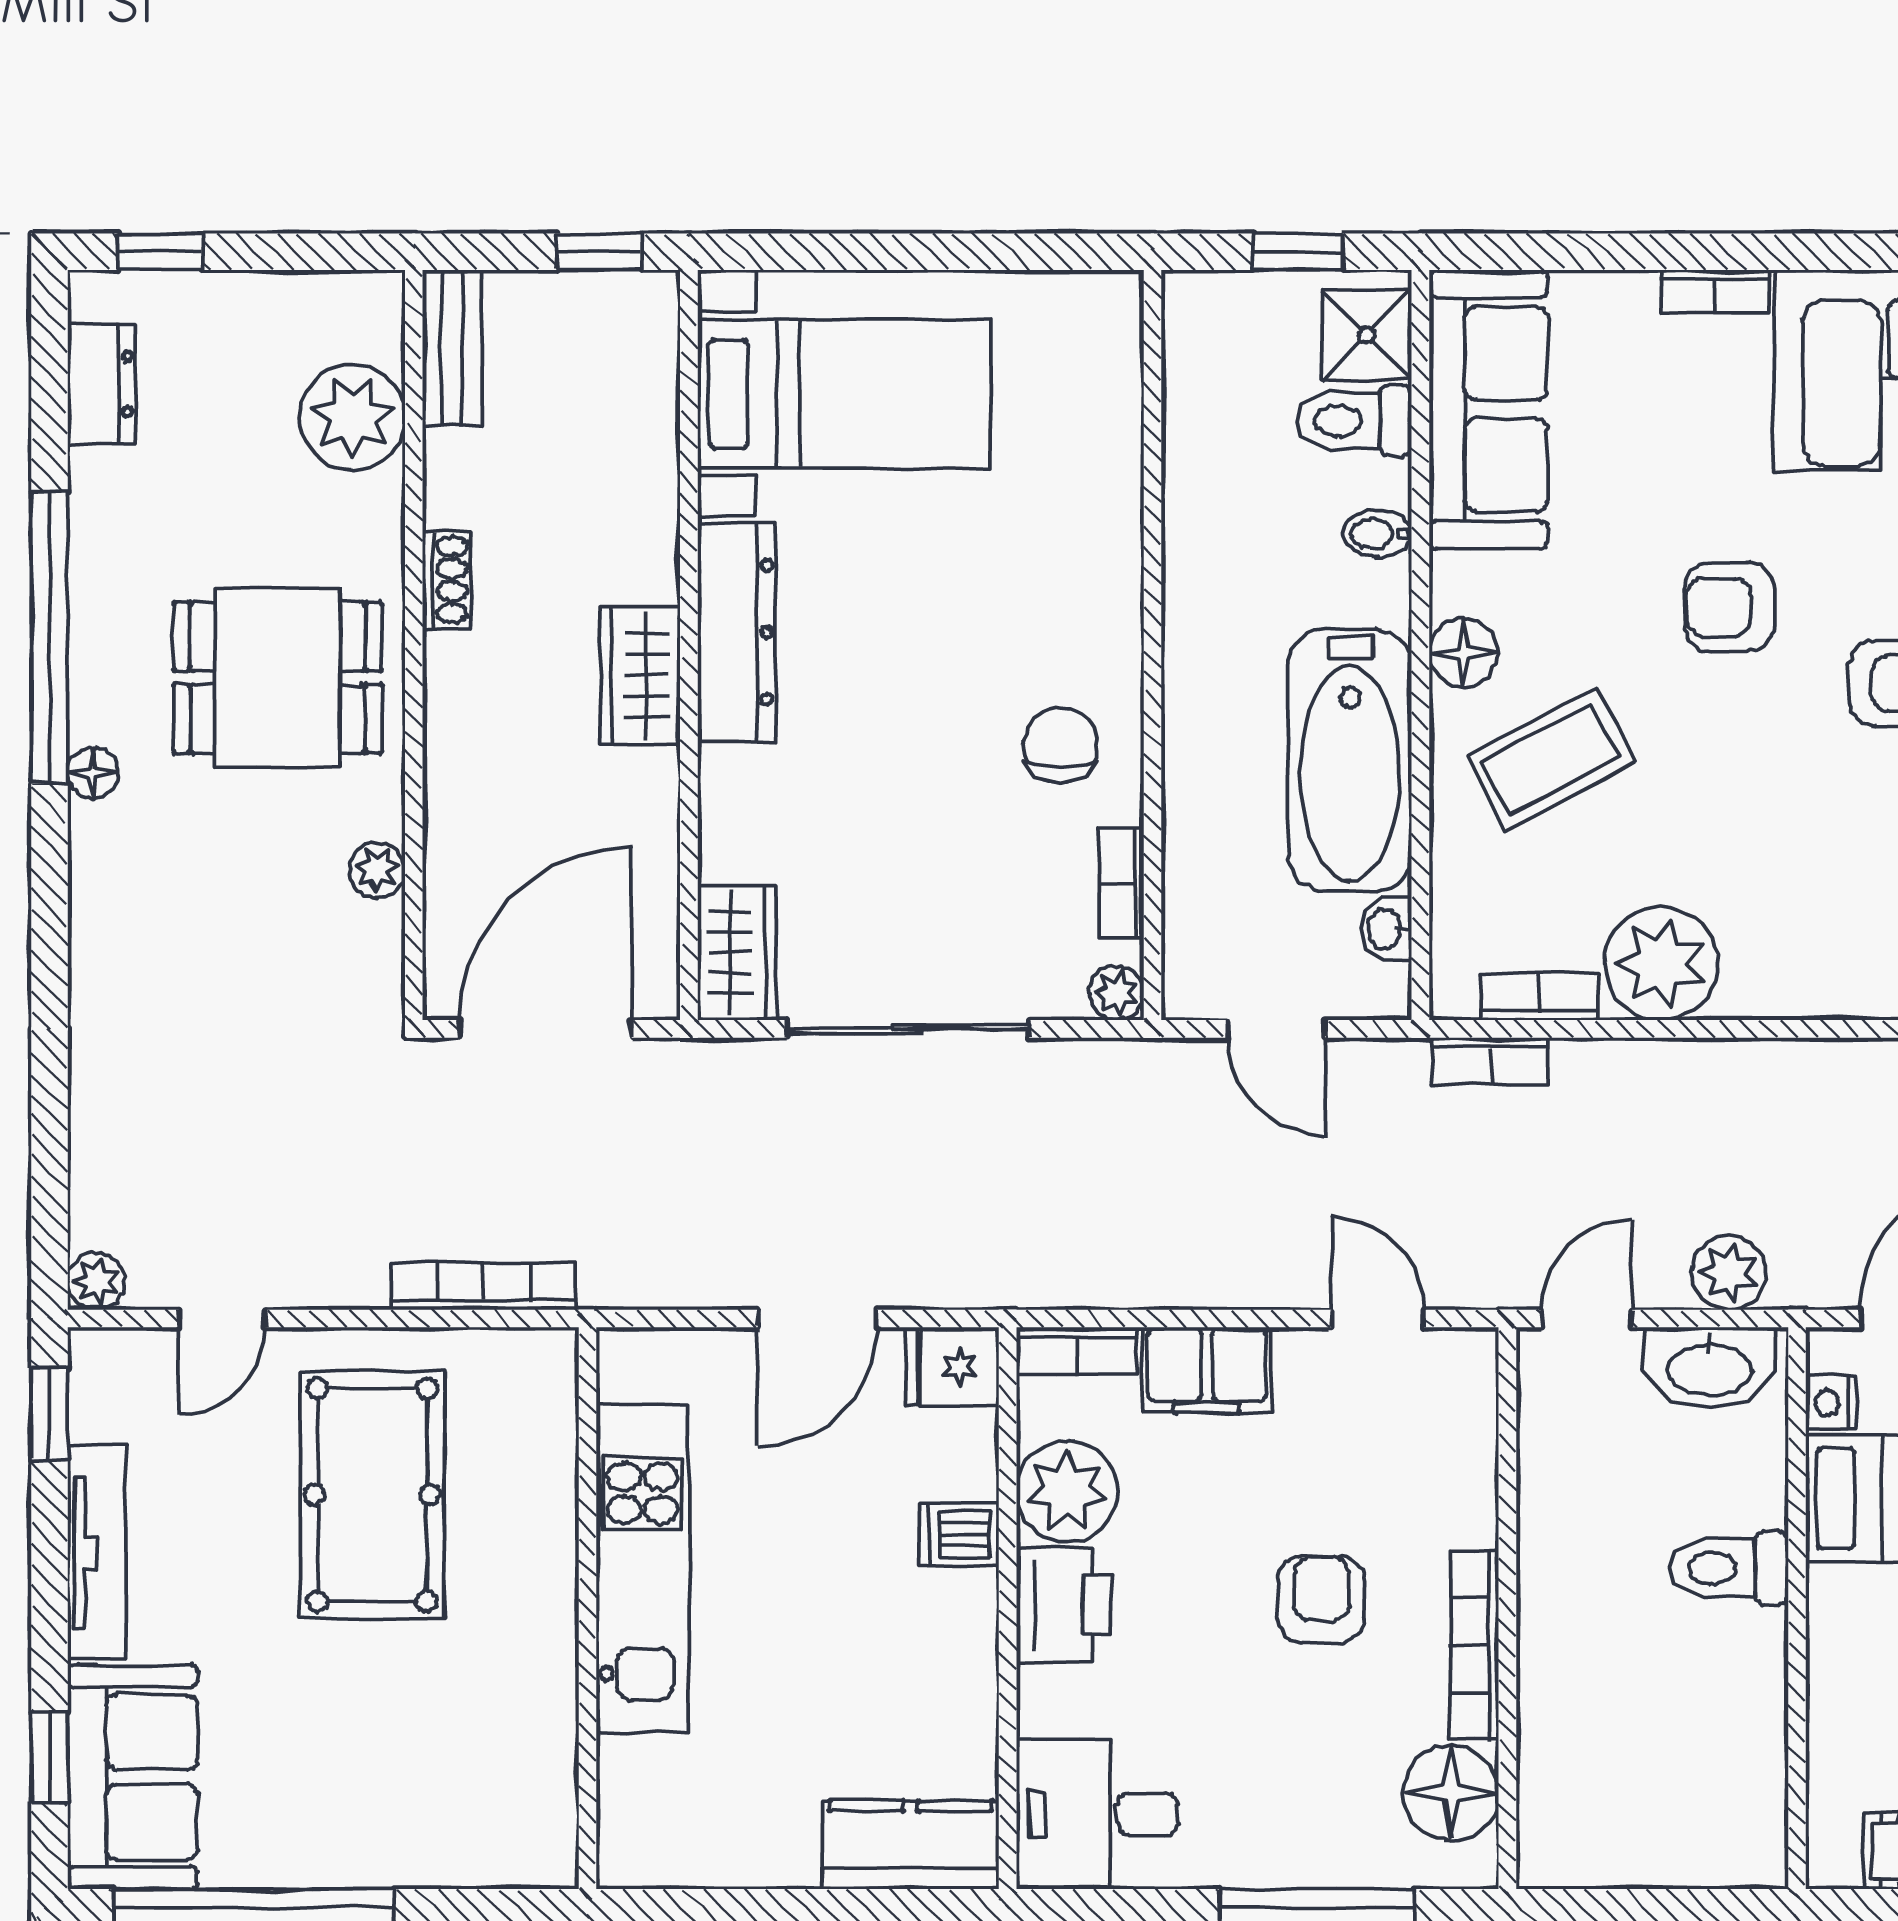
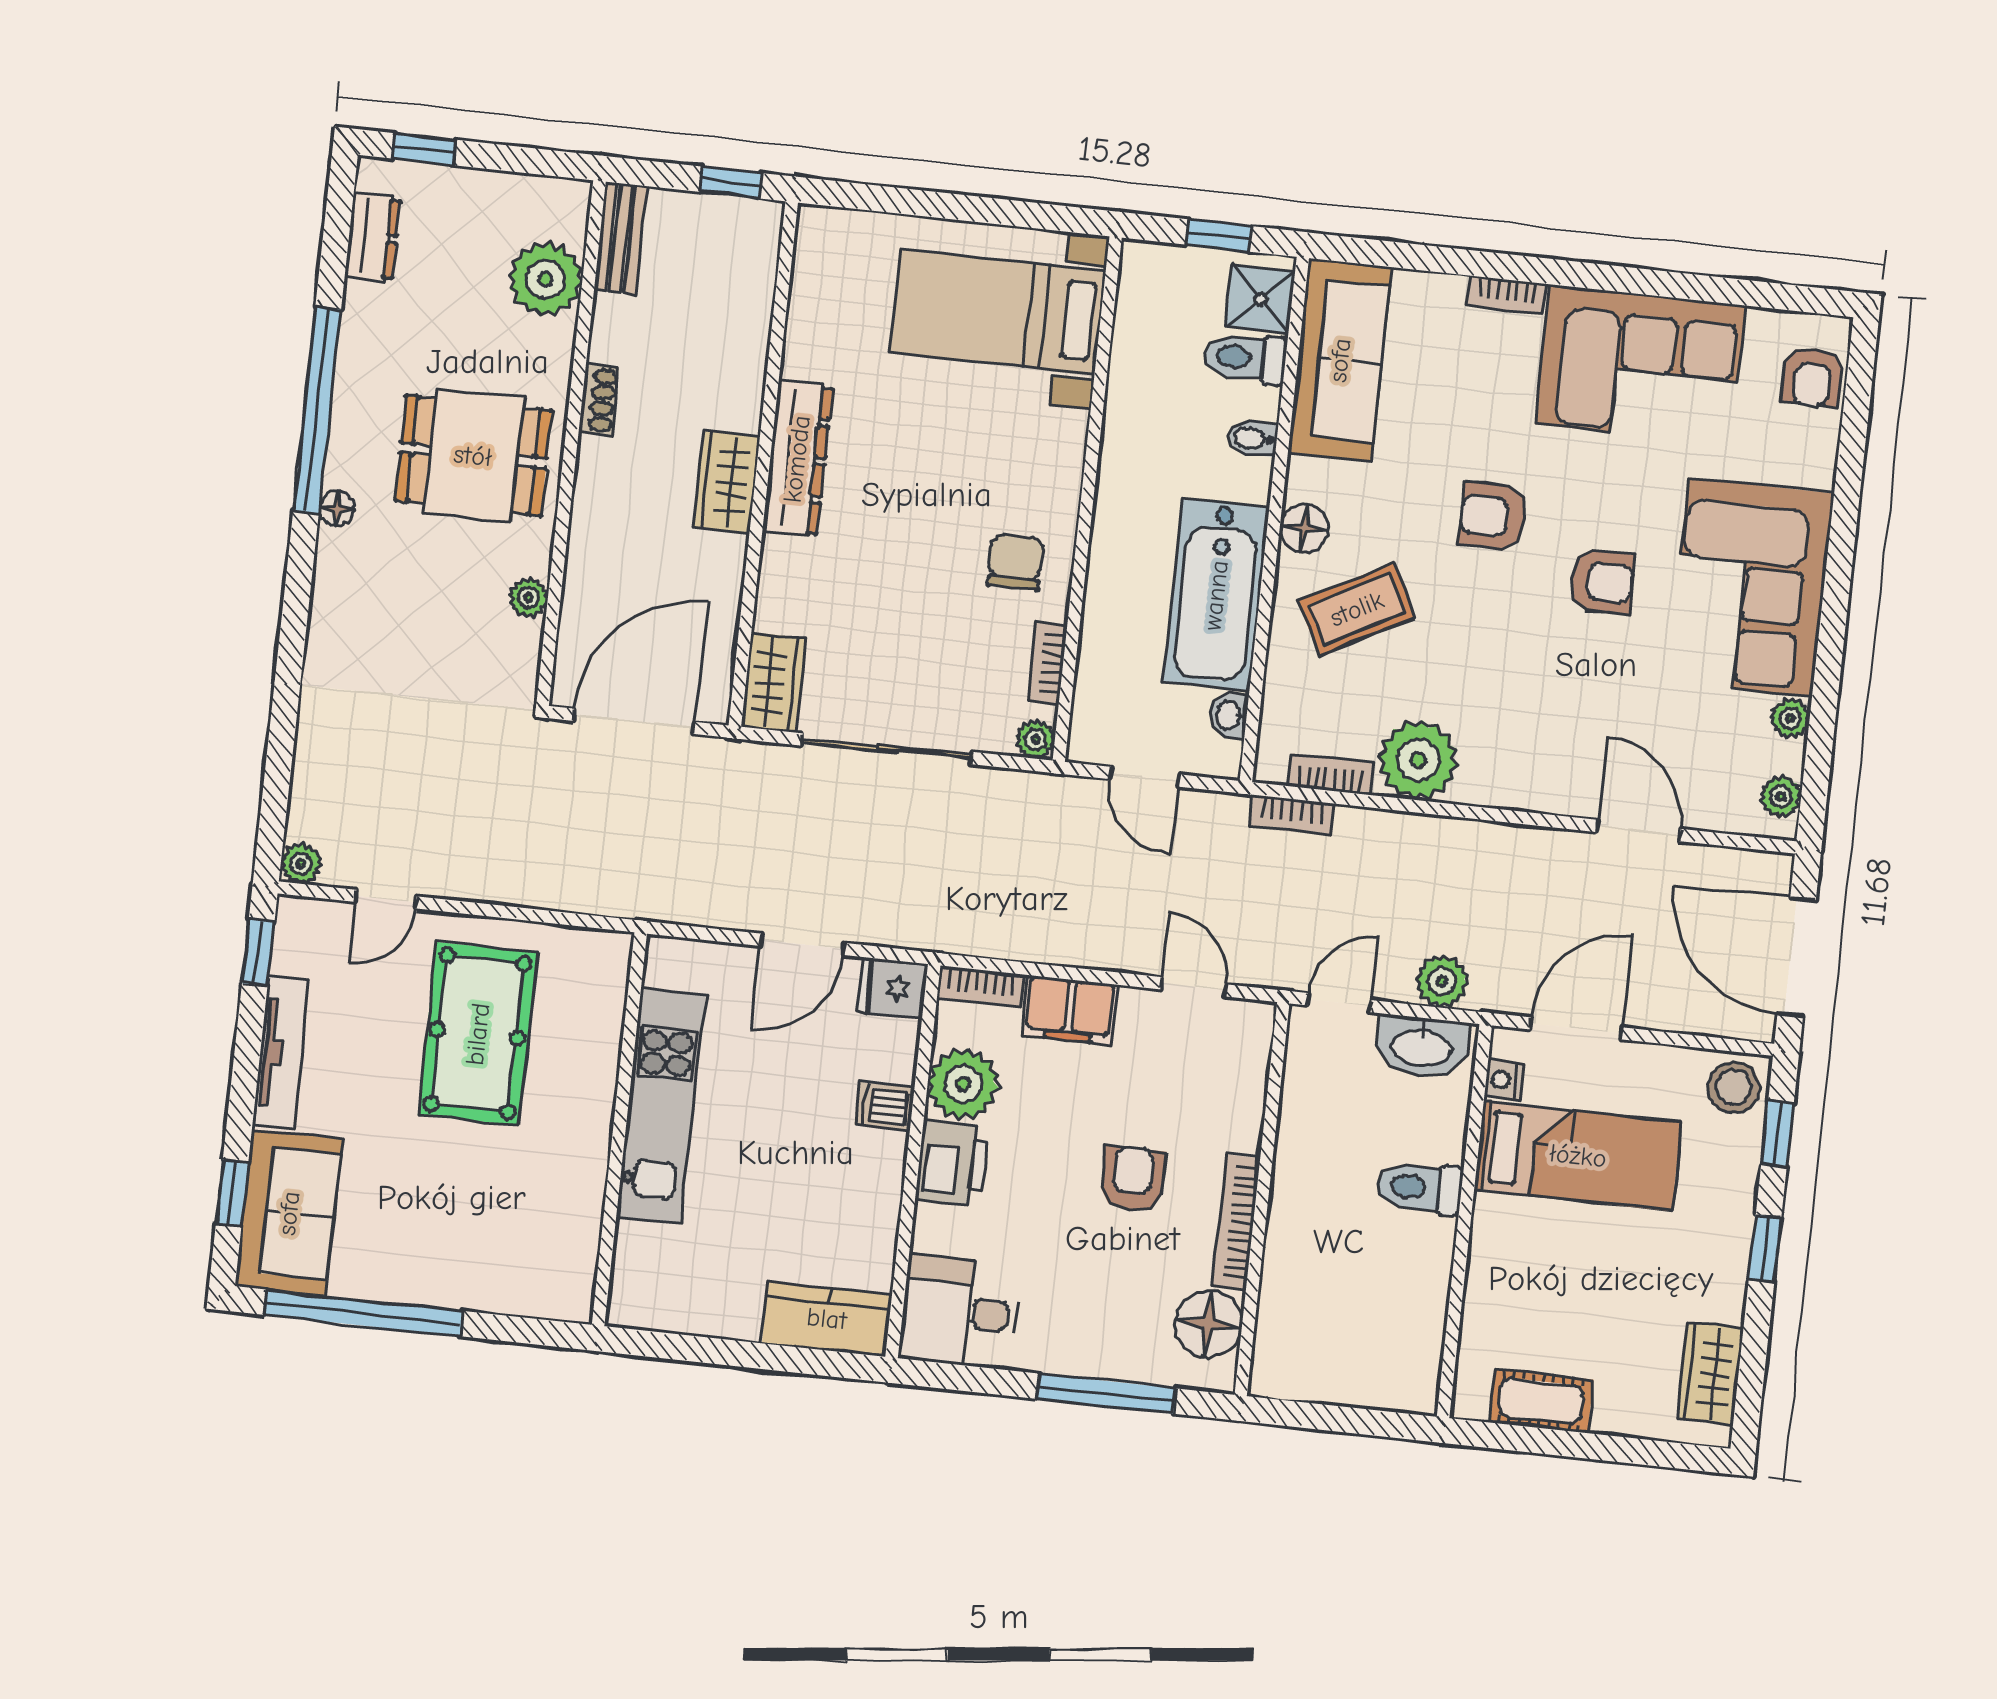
bed with nightstands: (844, 394) -> (998, 312), moved, turned 180
bookcase: (484, 1286) -> (571, 896), removed

